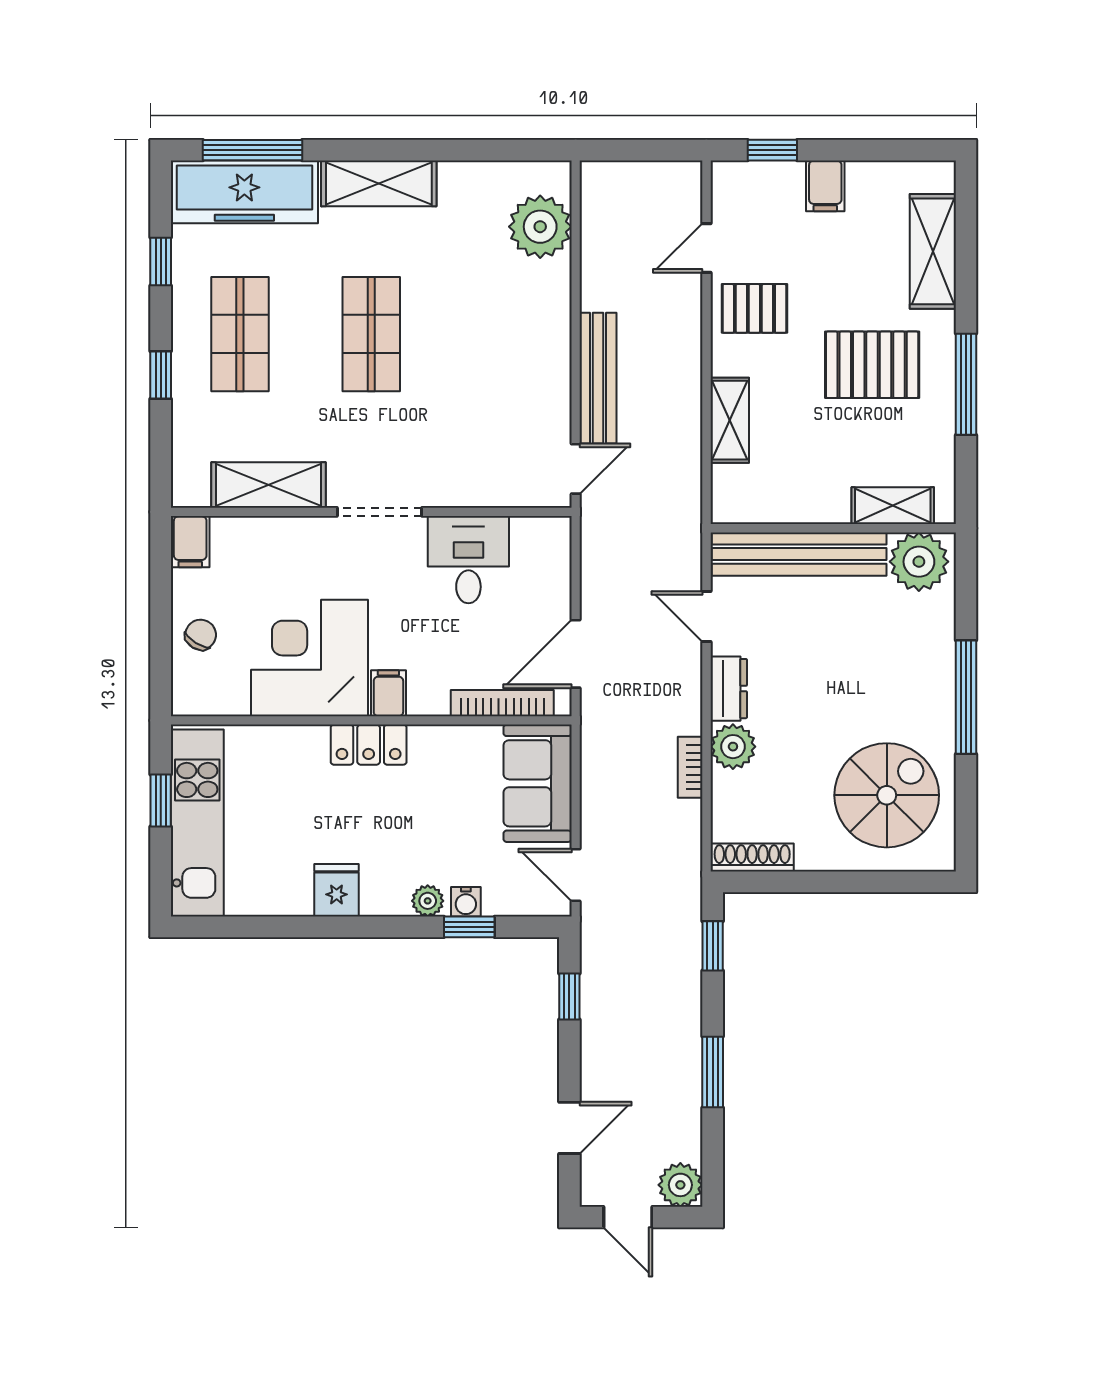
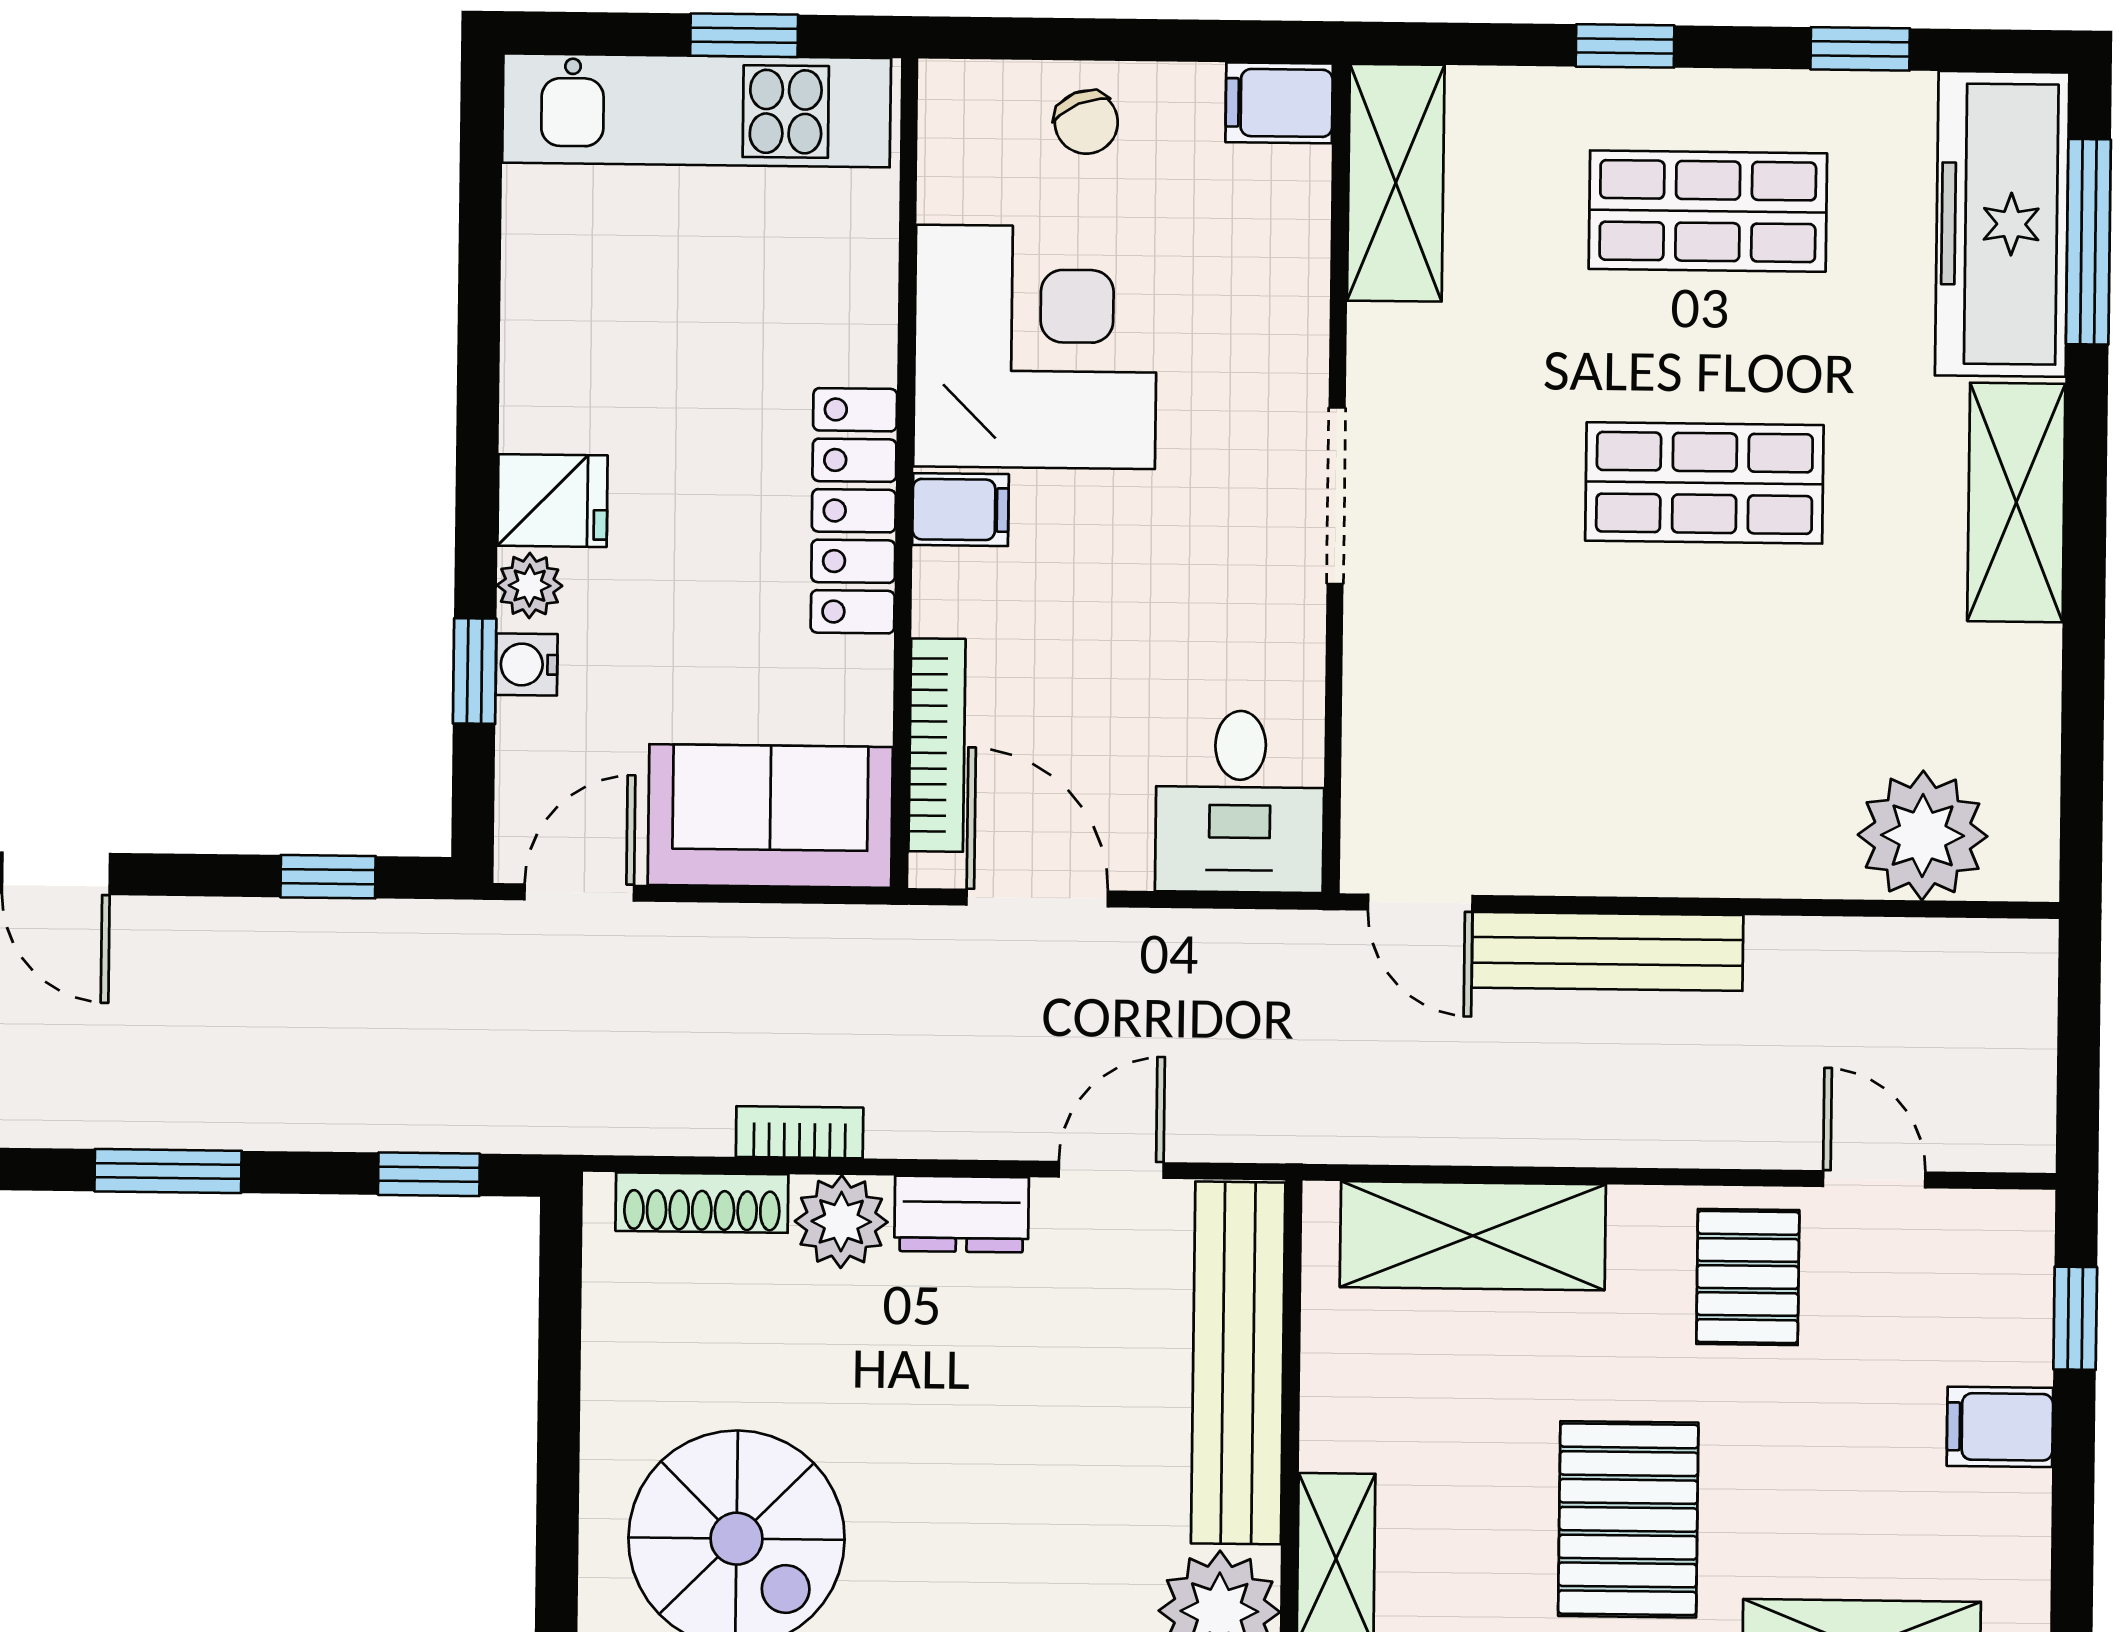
shelving: (730, 420) -> (1473, 1236), width x1.50, depth x1.33
shelving: (269, 485) -> (1396, 183), moved
desk: (468, 560) -> (1240, 802), moved, turned 90
chair: (201, 635) -> (1086, 122), turned 35
locker: (369, 745) -> (854, 511), width x1.53
shoe rack: (752, 858) -> (702, 1203), moved, turned 90
fridge: (337, 890) -> (553, 501), moved

